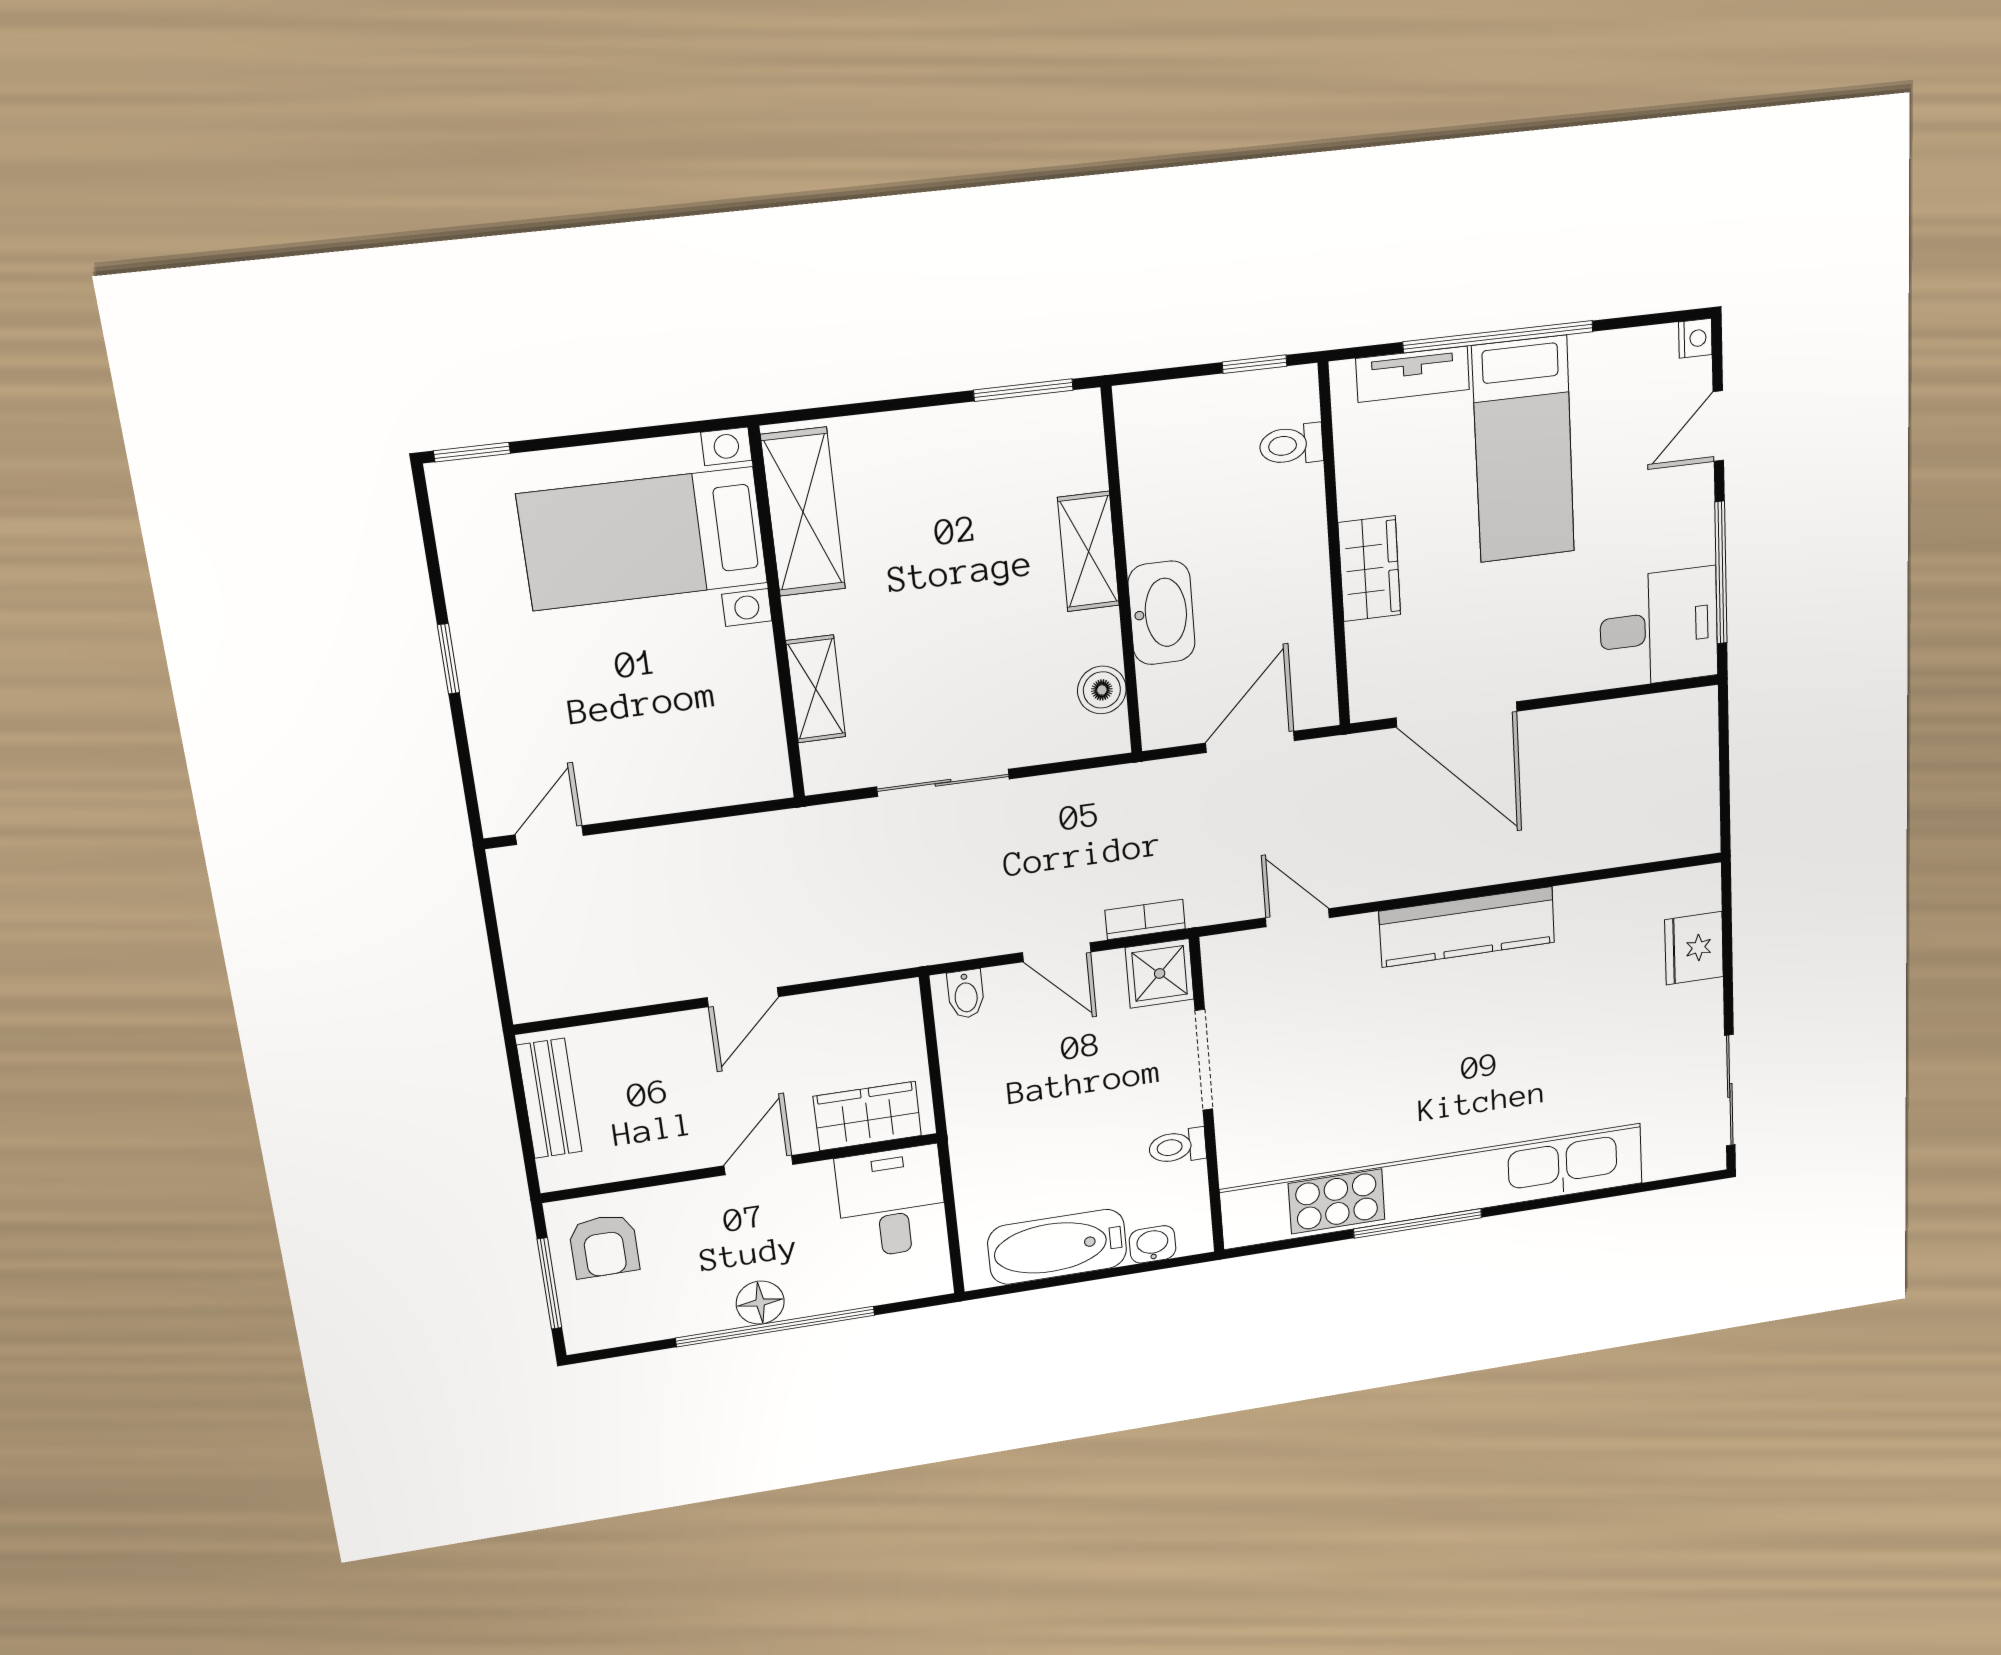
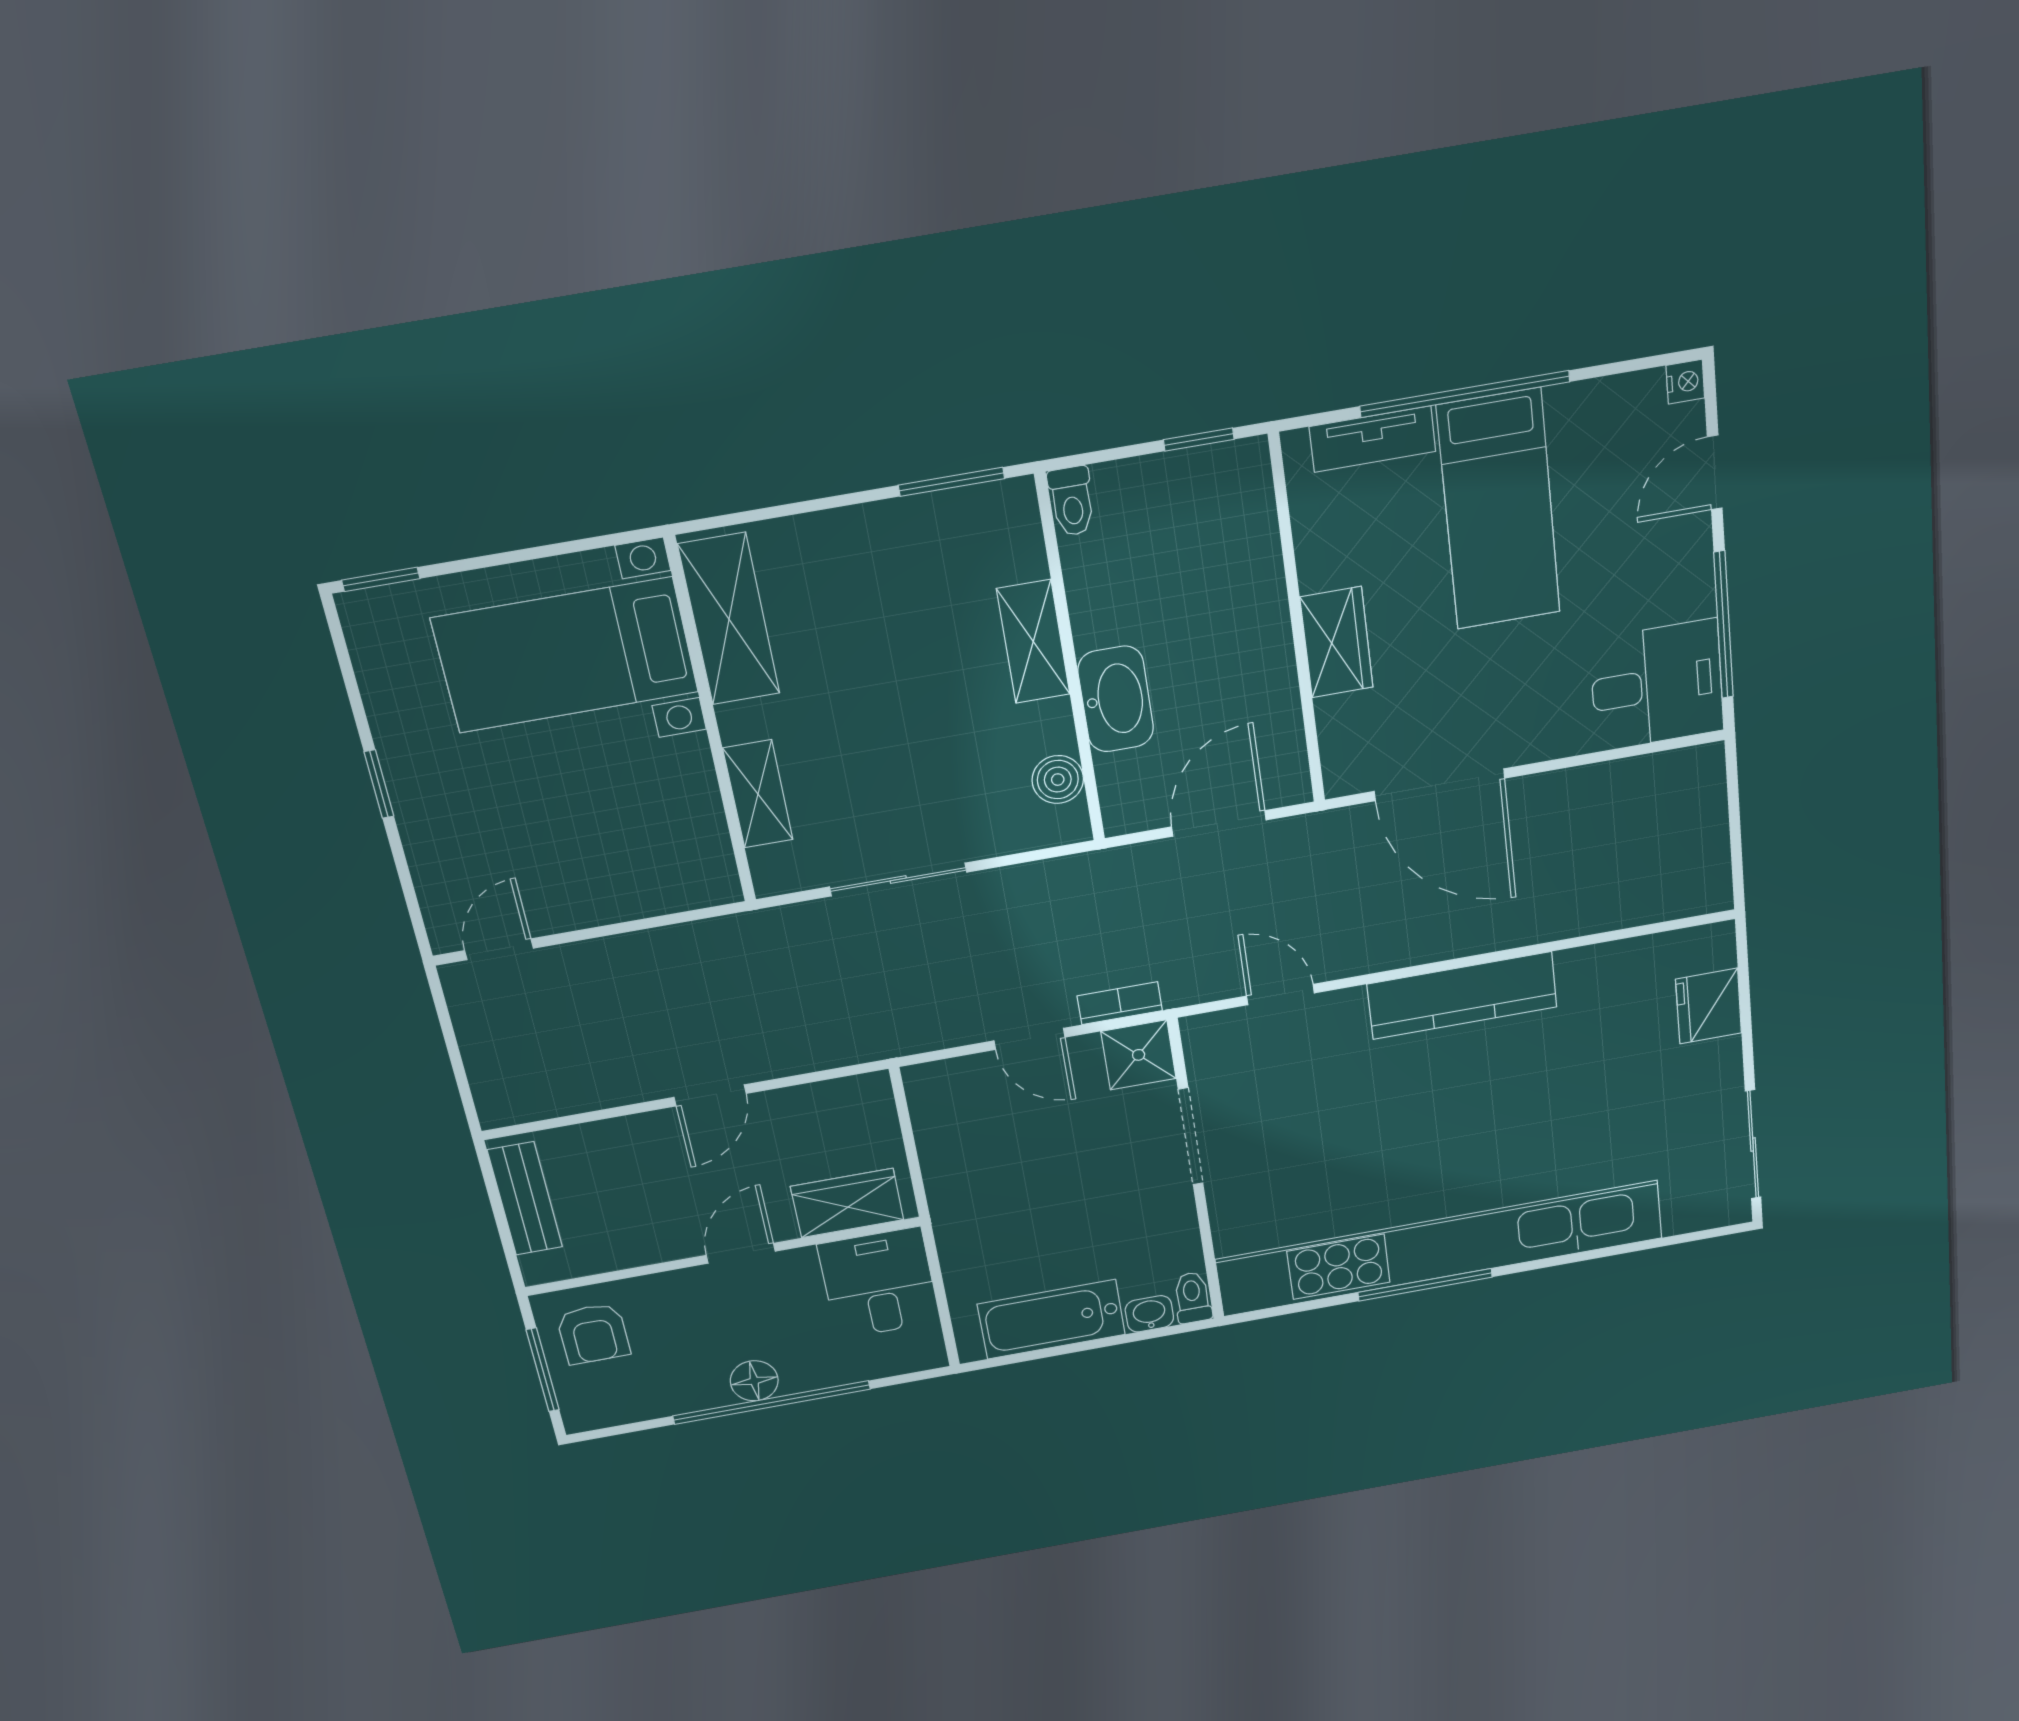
toilet: (1291, 445) -> (1072, 501), moved, turned -90
bidet: (966, 994) -> (938, 1083), removed
toilet: (1177, 1146) -> (1192, 1298), moved, turned 90

